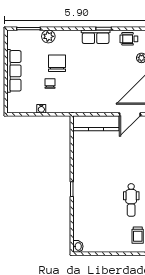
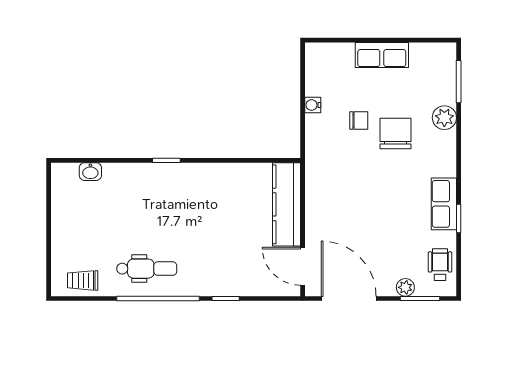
chair: (57, 63) -> (396, 134), turned -90
row of seats: (14, 71) -> (382, 55), width x0.68
dental chair: (131, 200) -> (147, 269), turned 180
washbasin: (78, 246) -> (90, 172), moved

